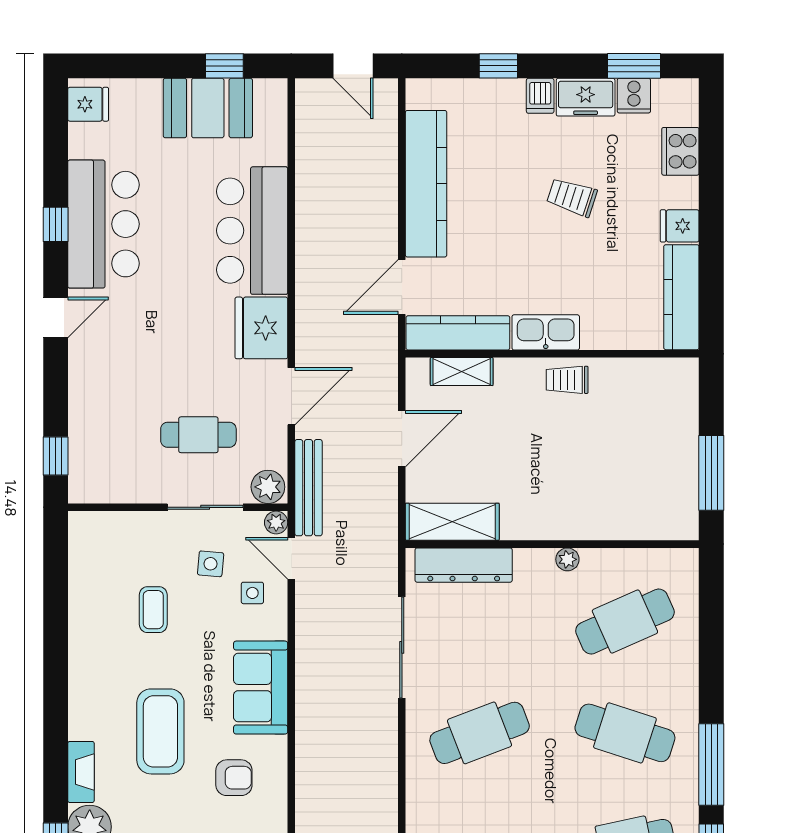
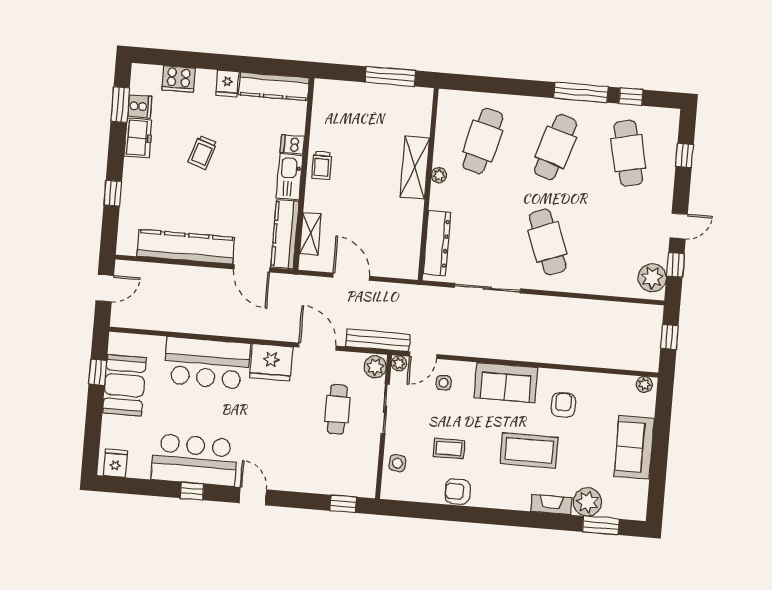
dishwasher: (540, 96) -> (292, 144), moved, turned 180
shelving: (452, 522) -> (415, 168), moved
side table: (211, 564) -> (397, 463), moved
cafe table: (625, 622) -> (483, 141), turned 39
armchair: (89, 628) -> (458, 491), added

